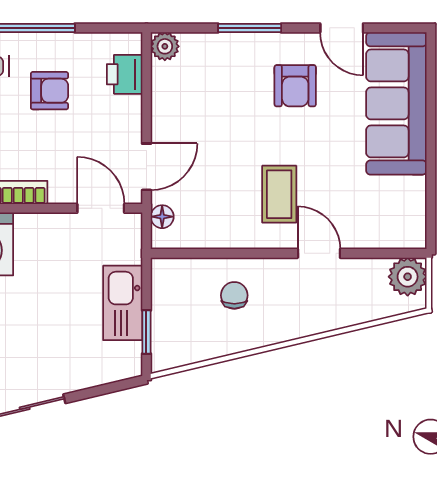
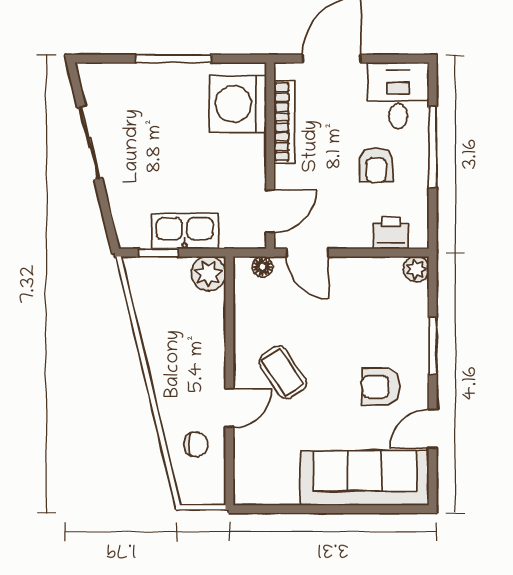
coffee table: (279, 194) -> (283, 372), turned 56
plant: (408, 277) -> (208, 274), moved
chair: (234, 295) -> (196, 444), moved

